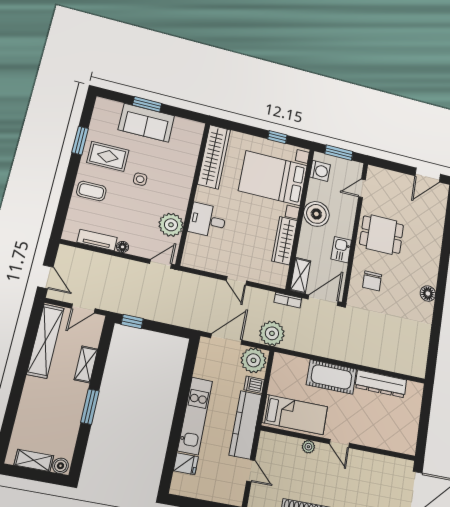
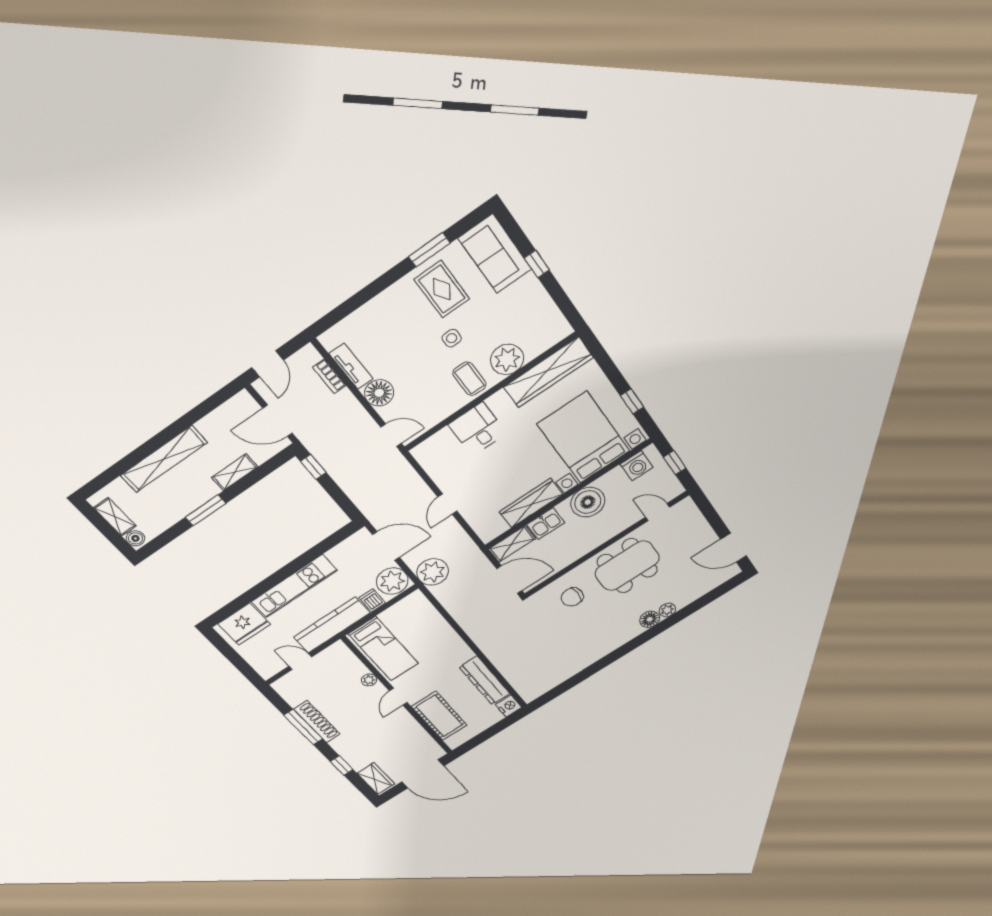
window: (147, 104) -> (537, 264), width x0.67
sofa: (146, 123) -> (495, 254), moved
window: (339, 153) -> (675, 463), width x0.67
coffee table: (91, 191) -> (469, 379), moved
plant: (171, 225) -> (507, 359), moved
dining table: (382, 235) -> (627, 566), width x1.38
plant: (436, 243) -> (667, 610), added
floor lamp: (123, 247) -> (379, 393), width x1.89, depth x1.89
kitchen sink: (341, 250) -> (546, 524), moved, turned 180
floor lamp: (428, 294) -> (650, 619), moved
bookcase: (288, 300) -> (329, 376), moved
door: (83, 308) -> (278, 421), width x1.38
shelving: (45, 341) -> (164, 459), moved
cot: (332, 377) -> (439, 716), moved
nightstand: (415, 390) -> (509, 706), added
fridge: (186, 464) -> (244, 624), width x1.88, depth x1.34
door: (251, 471) -> (300, 662), swing flipped

